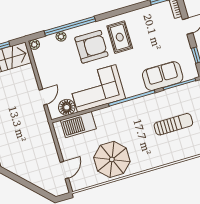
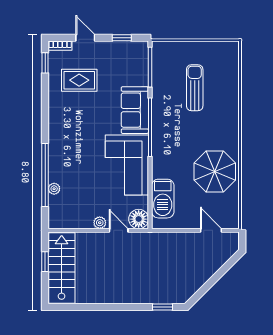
rug: (120, 37) -> (79, 80), moved
plant: (34, 44) -> (100, 223), moved
armchair: (91, 47) -> (76, 157), removed
sofa: (163, 76) -> (135, 110), moved
floor lamp: (67, 107) -> (139, 219), moved

